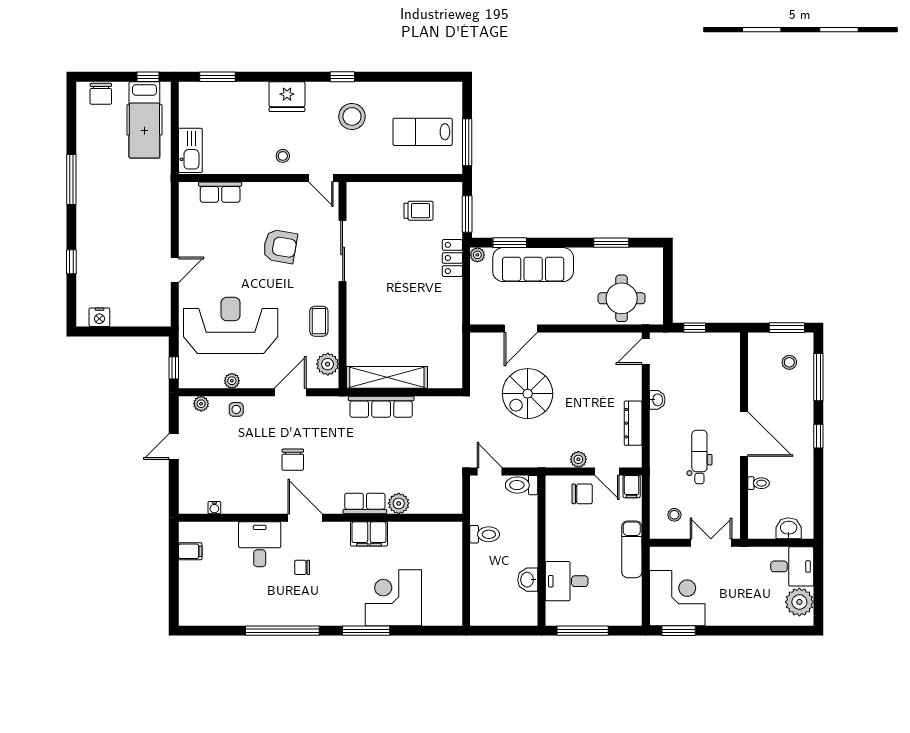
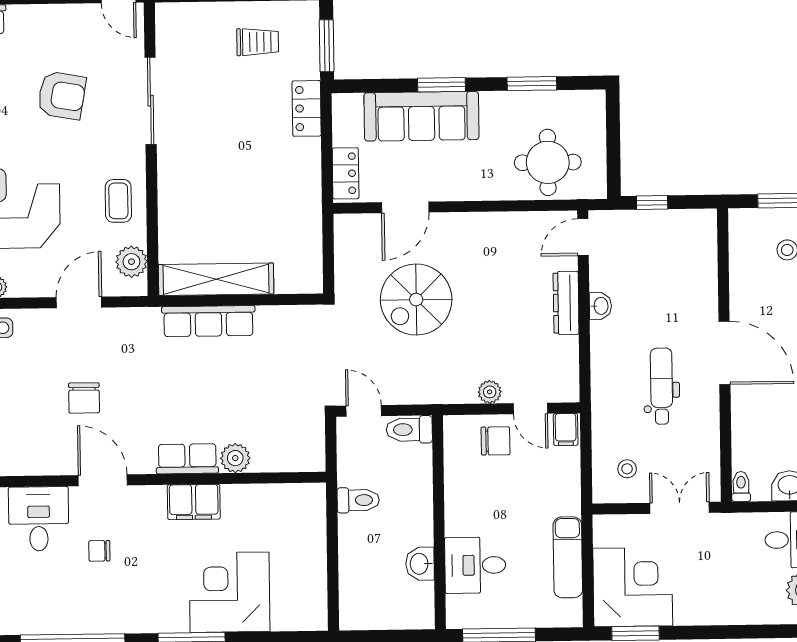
window: (510, 243) -> (441, 85), moved
plant: (477, 255) -> (342, 104), removed
locker: (479, 304) -> (346, 173), added
dresser: (633, 423) -> (566, 303), moved
toilet: (759, 483) -> (741, 486), moved, turned -90
exam couch: (632, 549) -> (568, 557), moved

